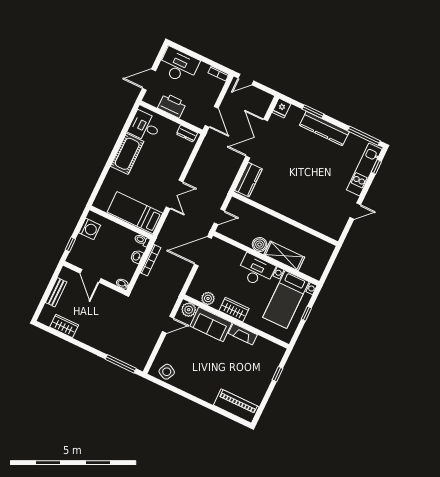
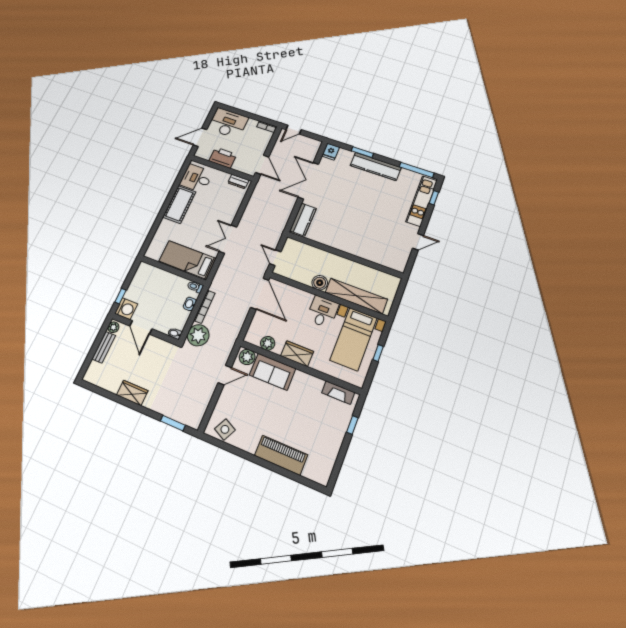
double door: (175, 194) -> (228, 239), swing flipped
door: (219, 217) -> (275, 258), swing flipped
washing machine: (90, 229) -> (126, 309), moved
door: (203, 251) -> (260, 294), swing flipped
shelving: (284, 256) -> (356, 296), width x1.47
desk: (256, 271) -> (323, 312), width x0.73
plant: (65, 274) -> (113, 327), added
plant: (144, 287) -> (198, 335), added
wardrobe: (64, 326) -> (132, 393), moved
fireplace: (243, 334) -> (338, 393), moved
window: (121, 364) -> (173, 423), width x0.69
piano: (236, 406) -> (281, 455), moved

